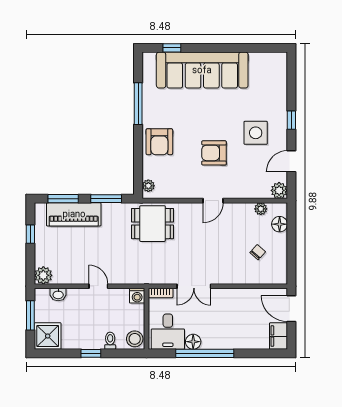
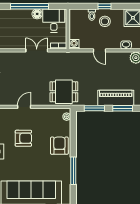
stool: (135, 339) -> (105, 21), moved

